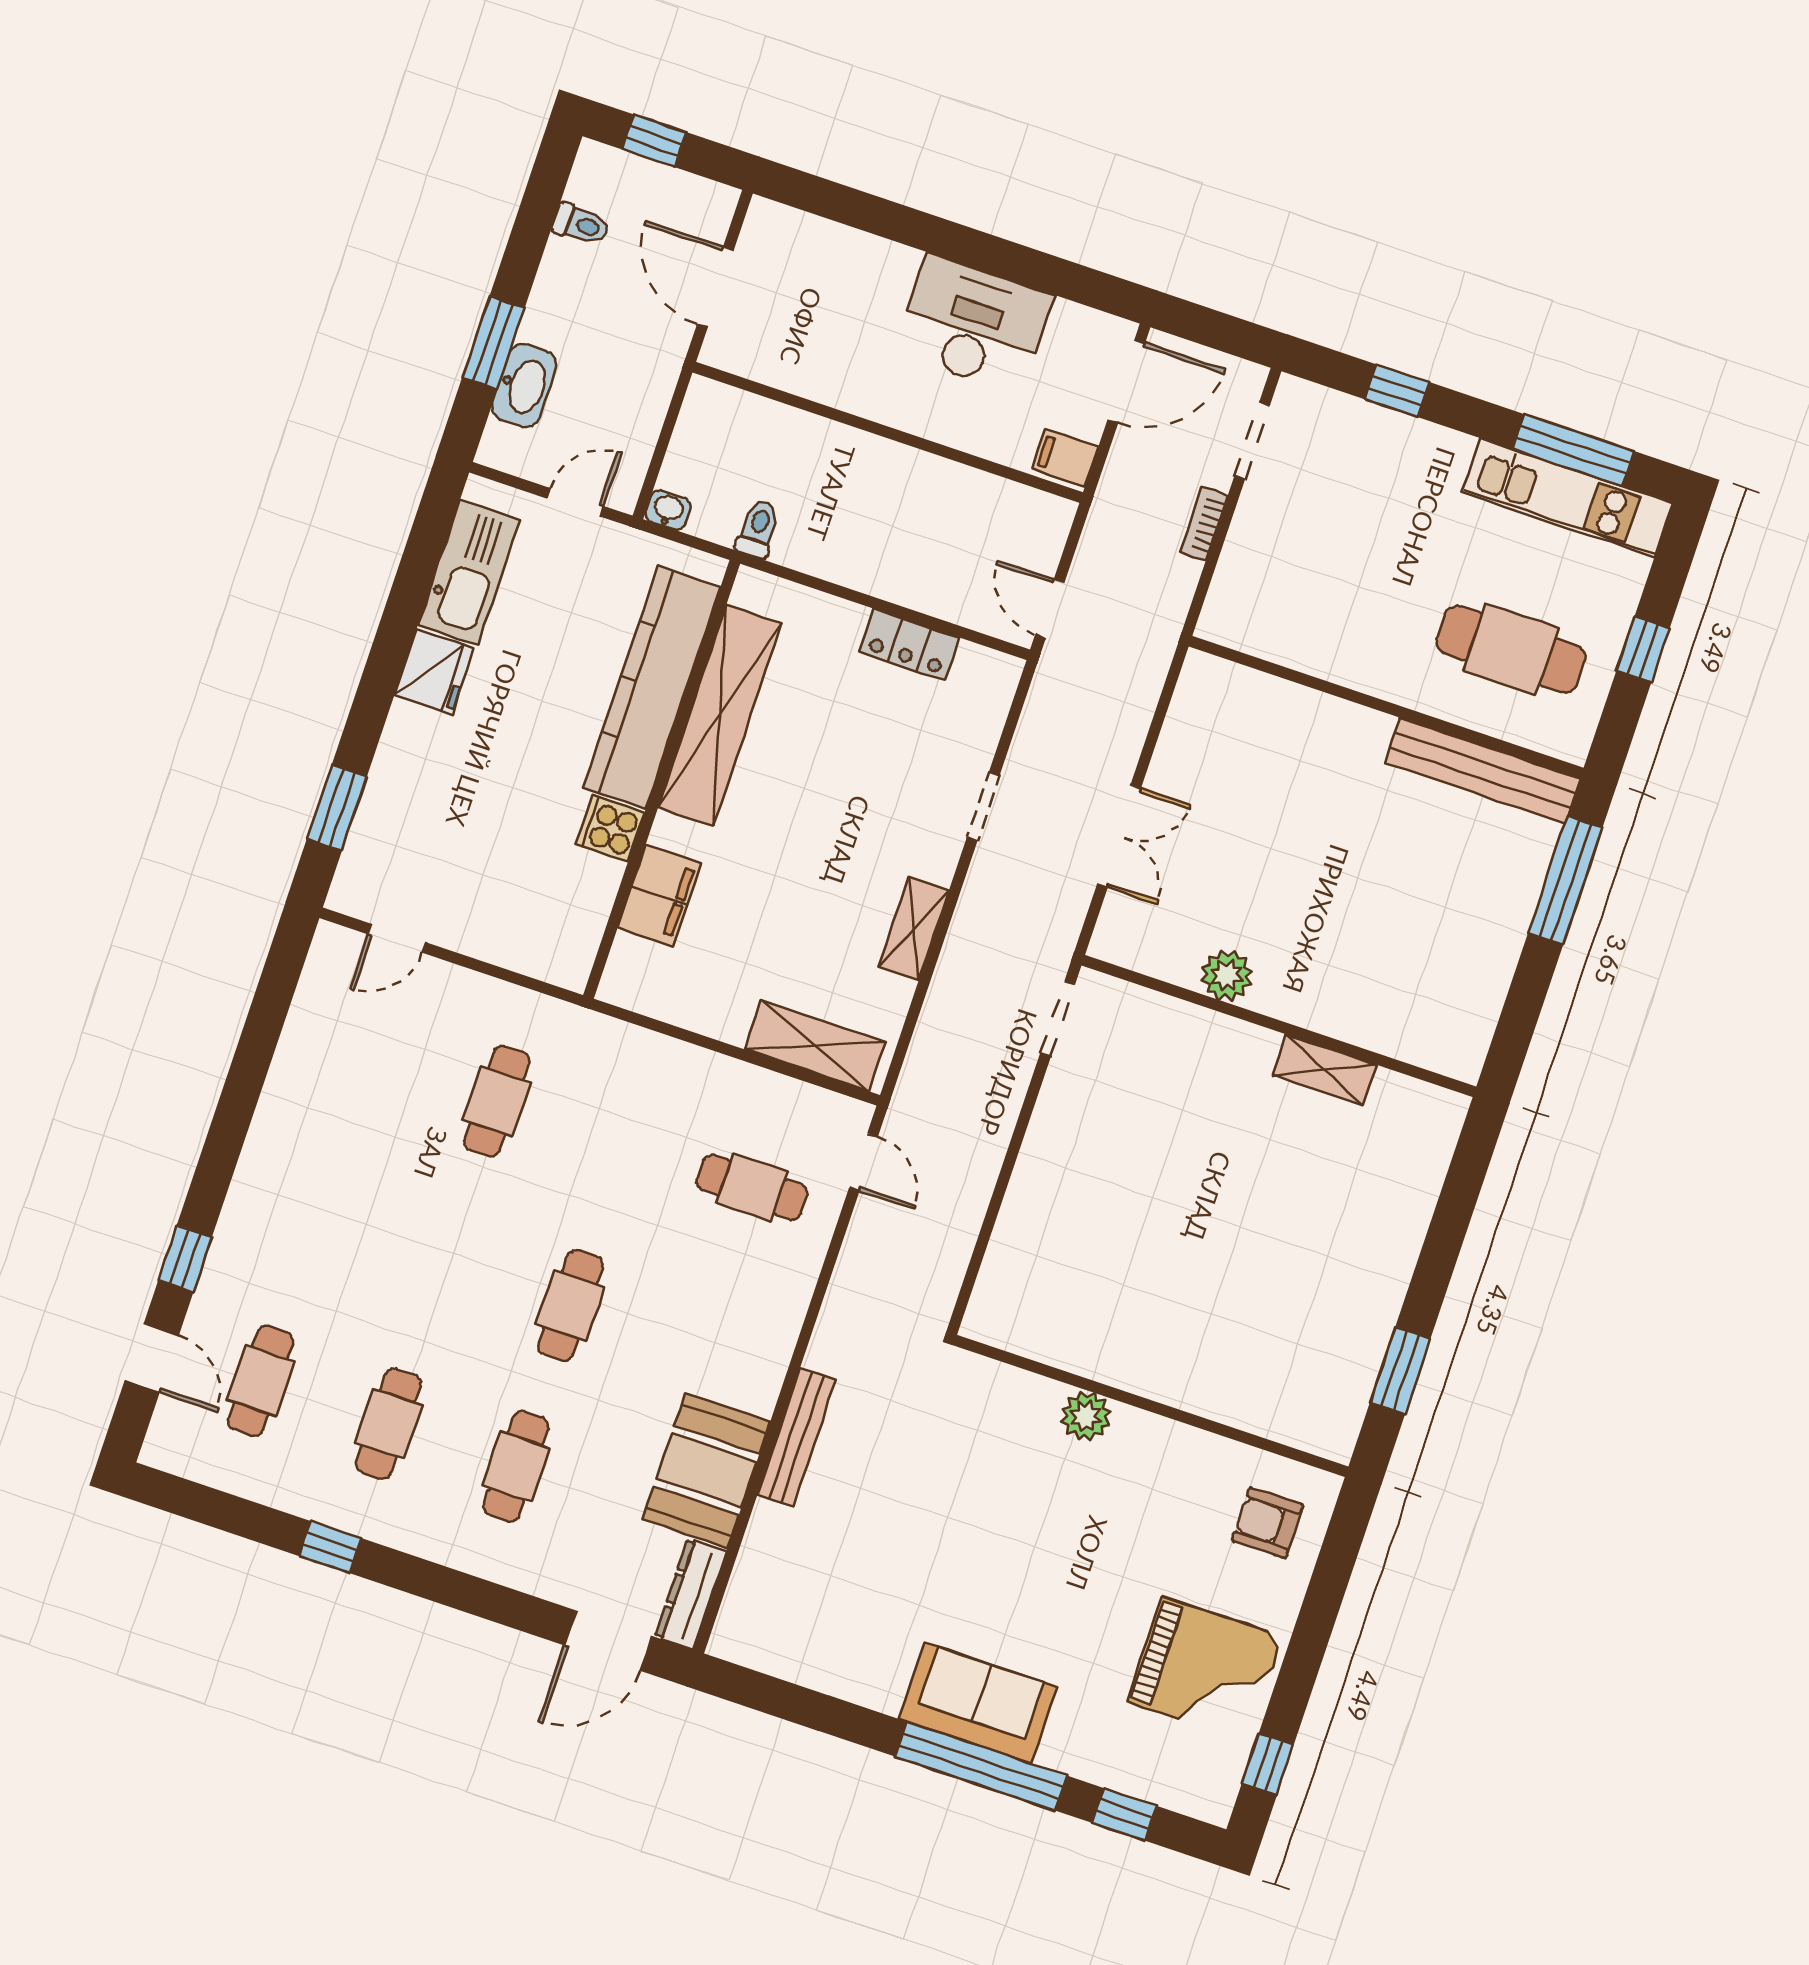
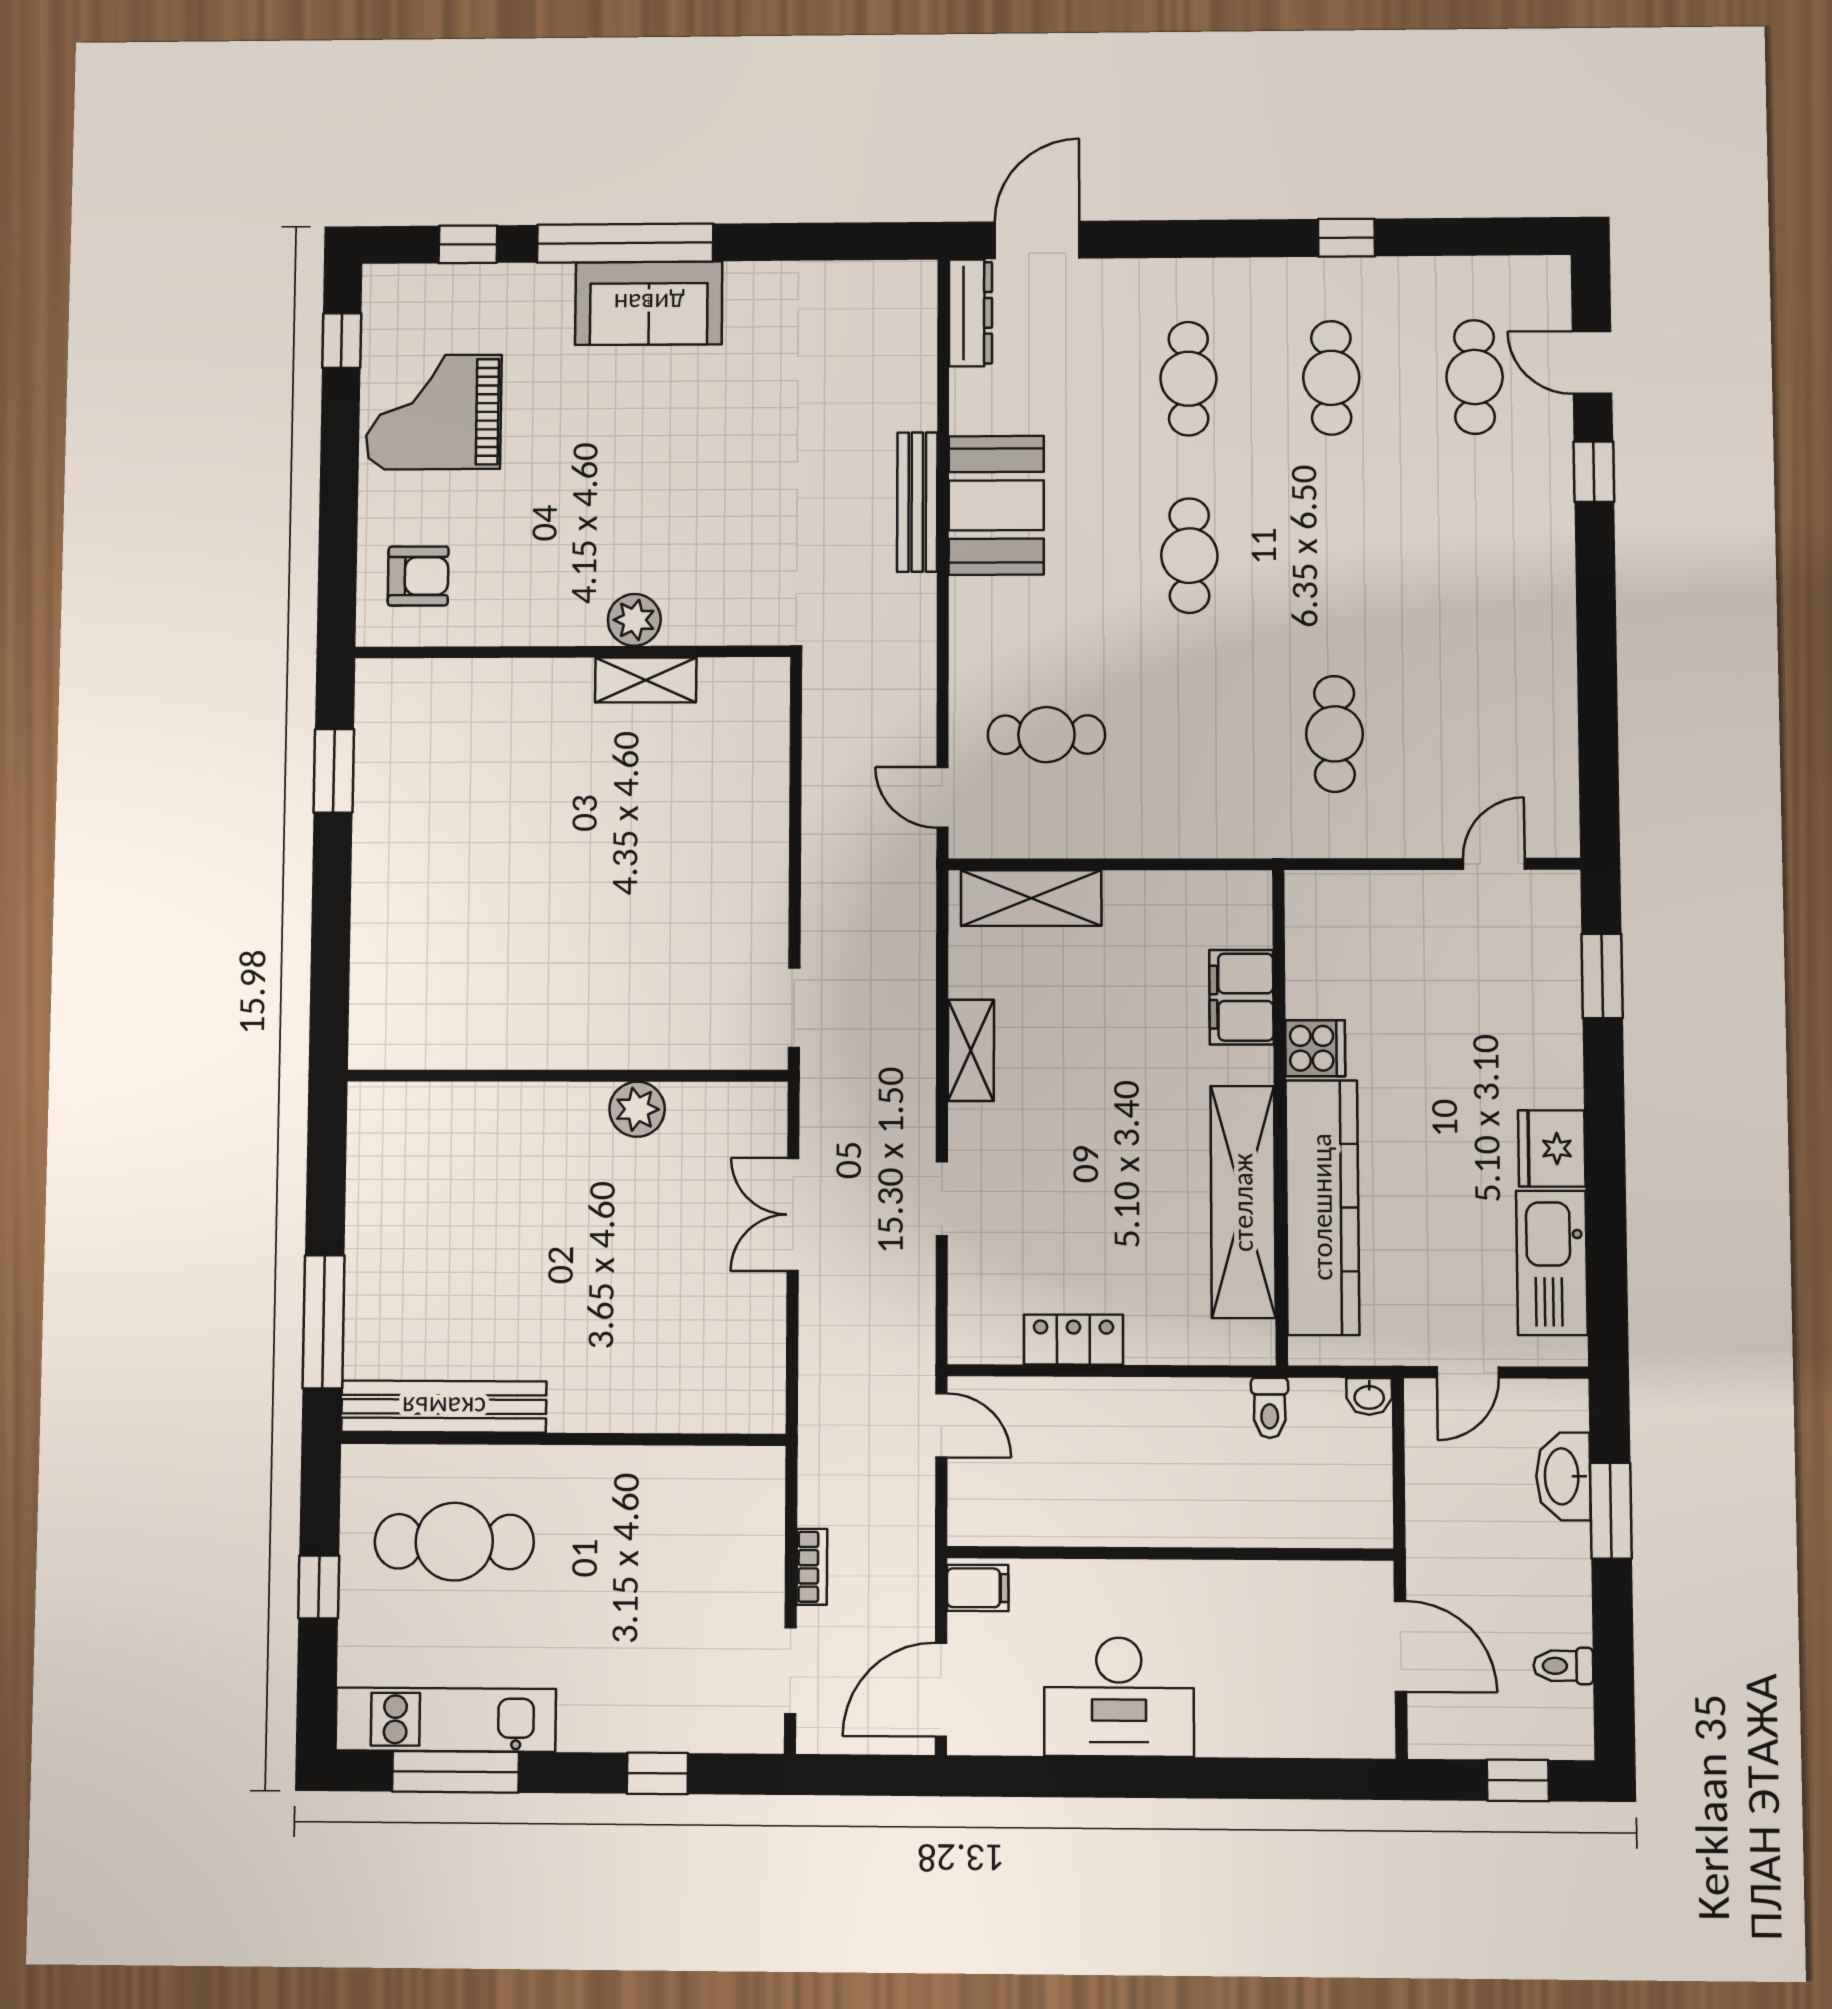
shelving: (1324, 1070) -> (646, 680), moved
booth: (707, 1470) -> (996, 505), moved

